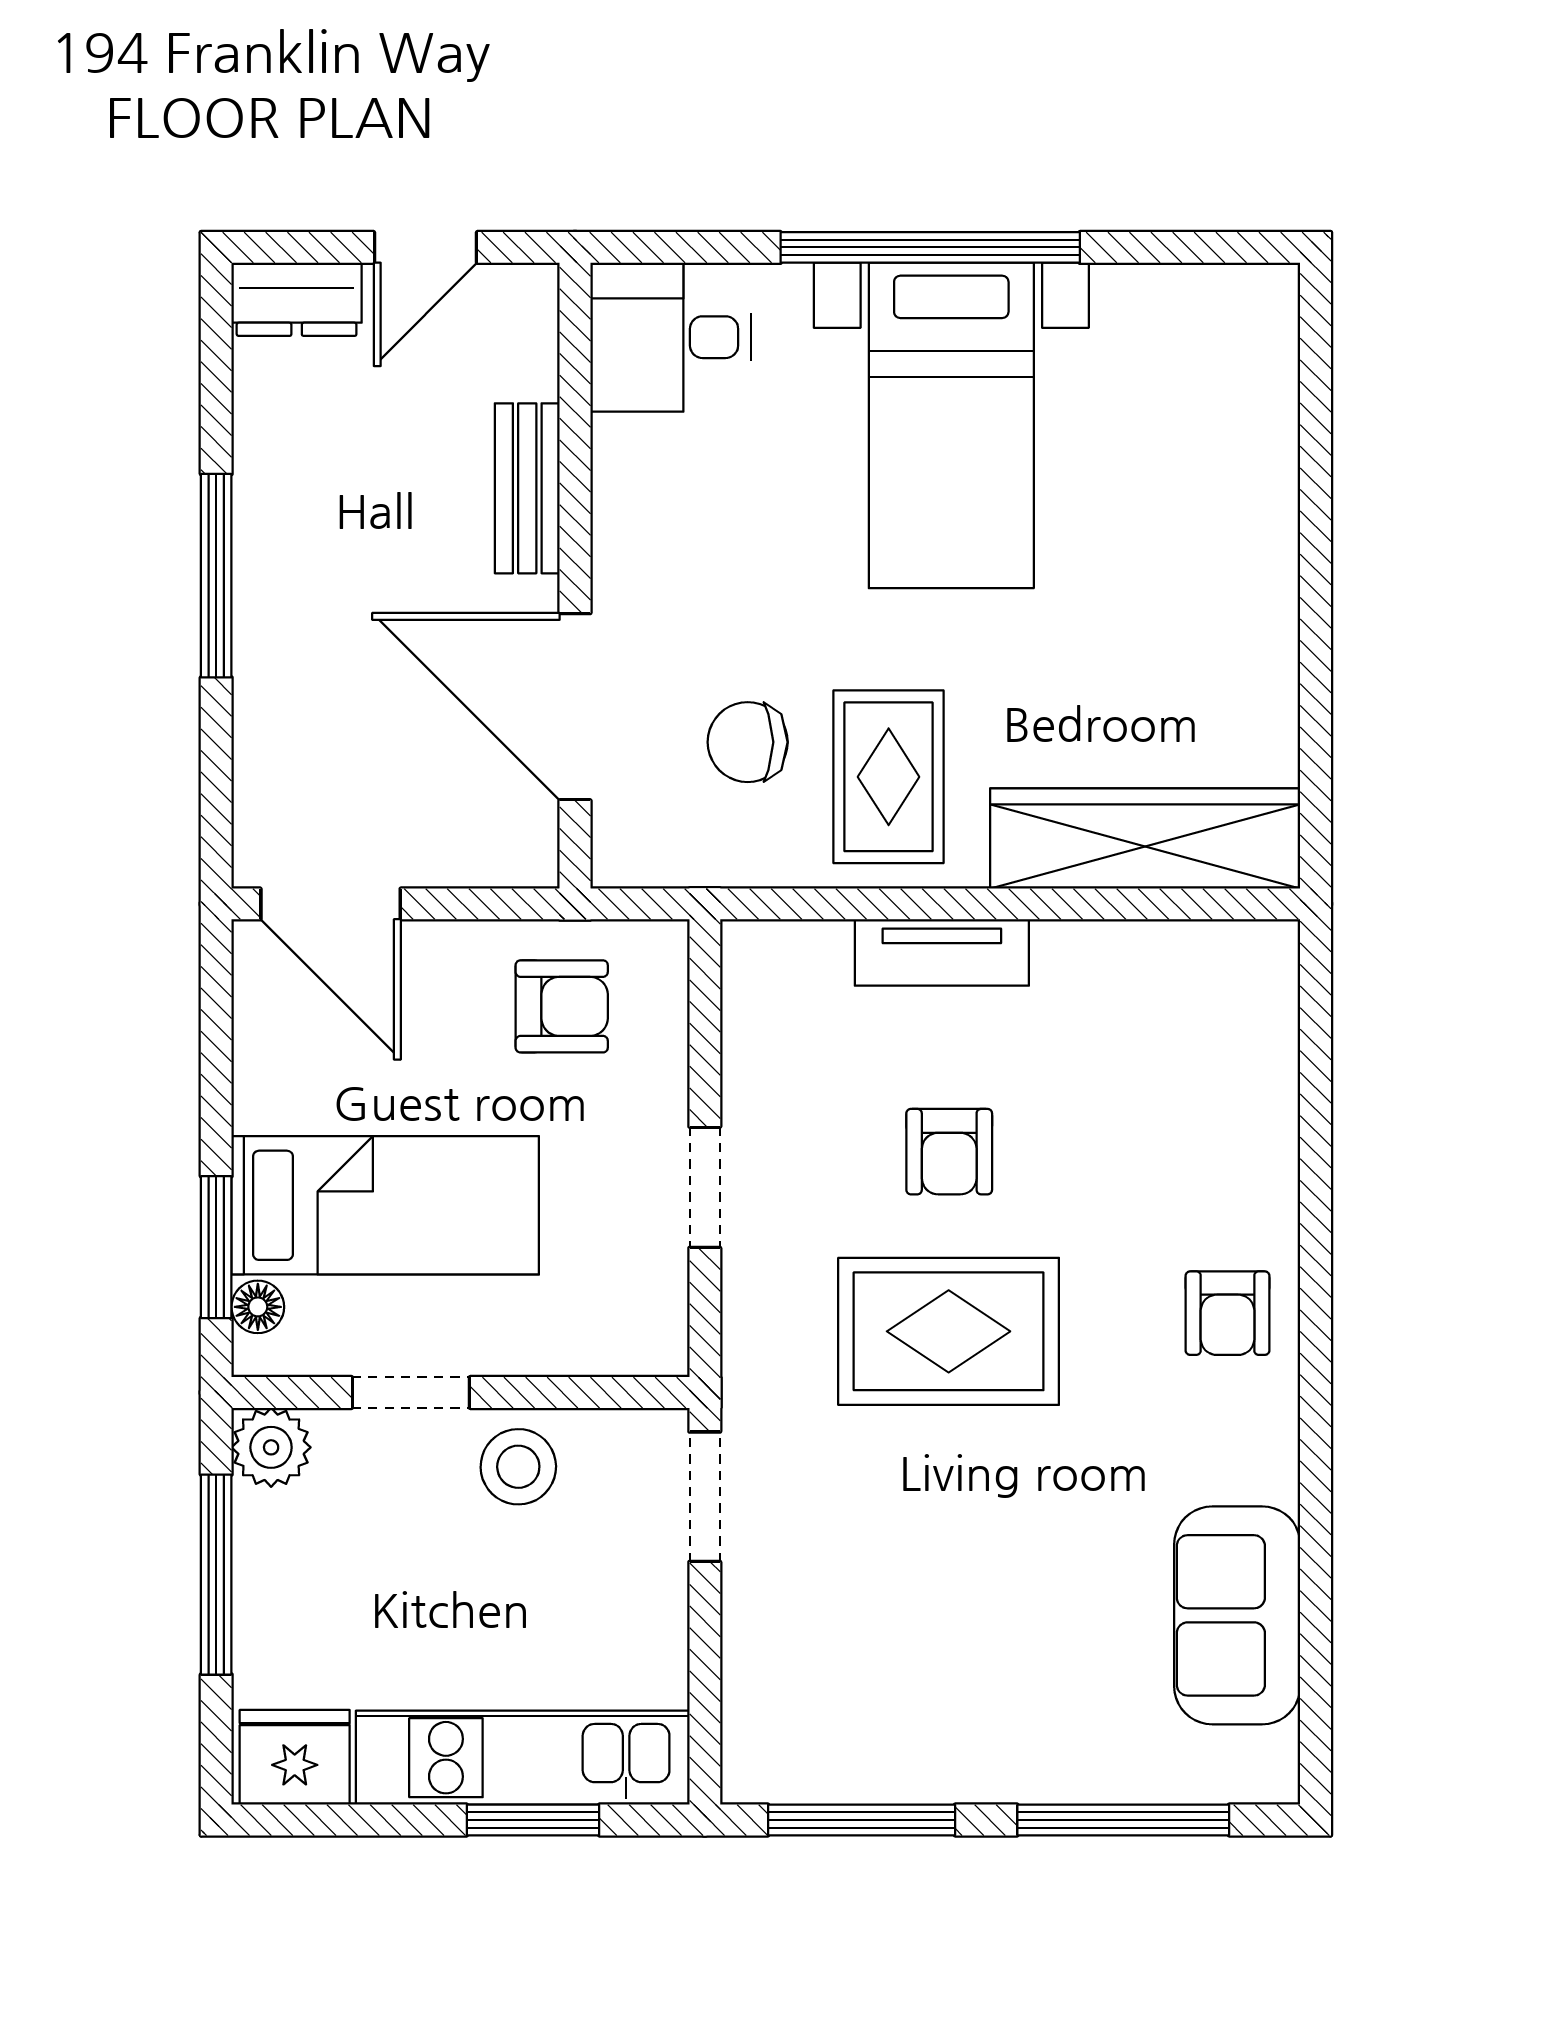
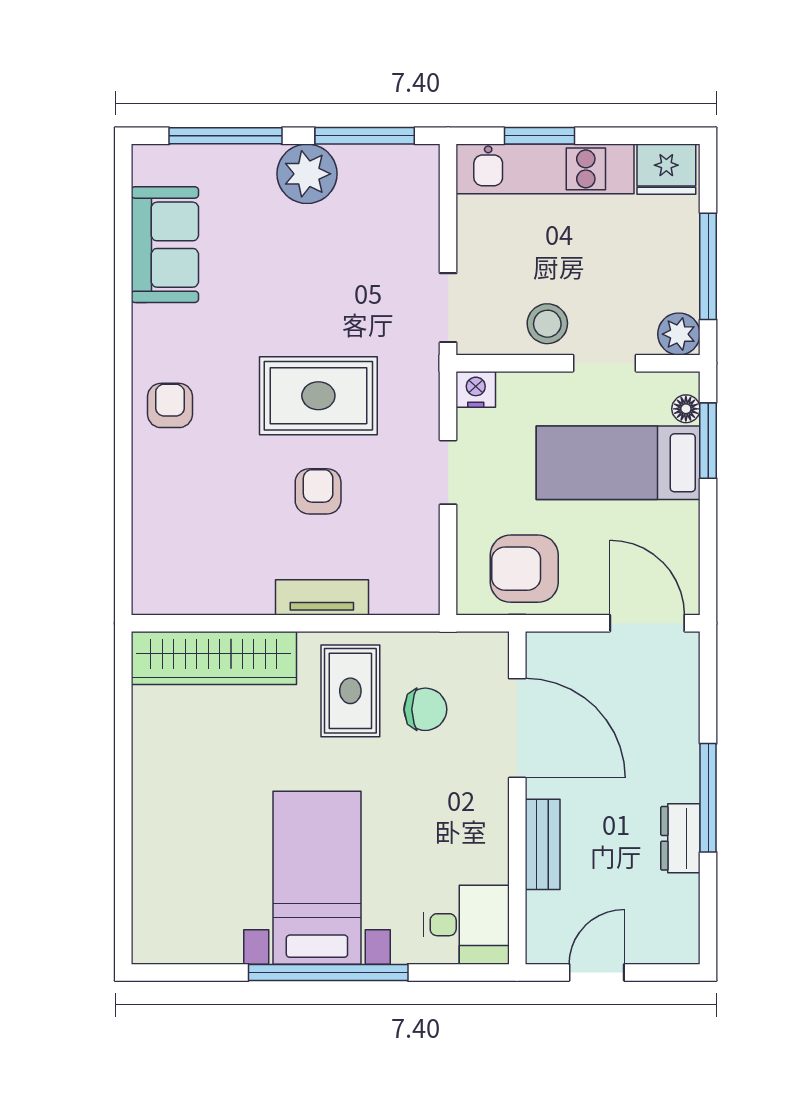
dresser: (297, 299) -> (680, 838), moved, turned -90
armchair: (562, 1006) -> (524, 569), width x1.38, depth x1.38
nightstand: (653, 1343) -> (476, 389), added
plant: (970, 1749) -> (307, 174), added

